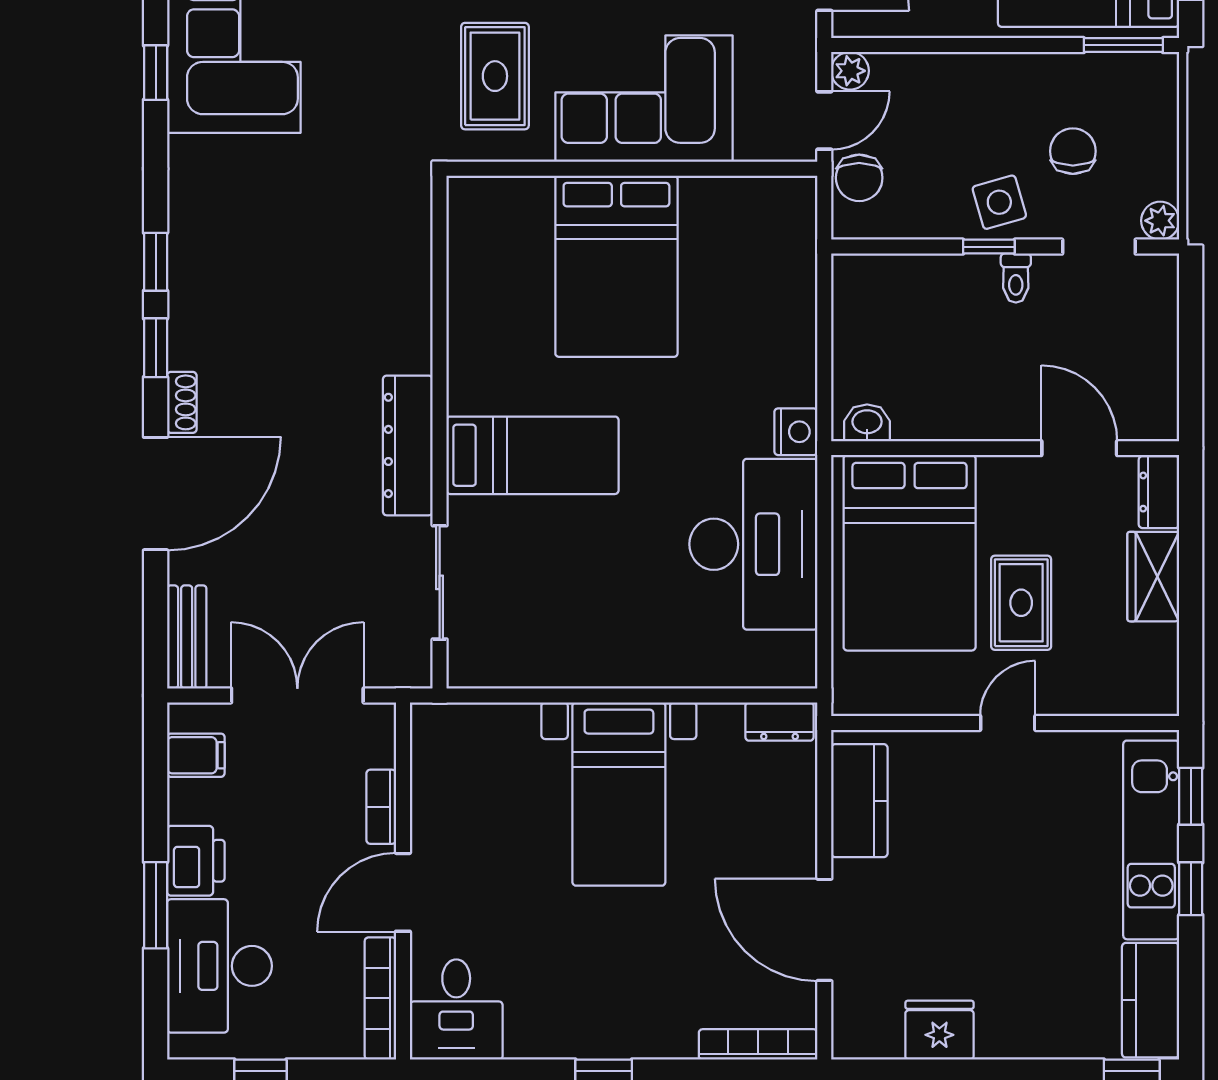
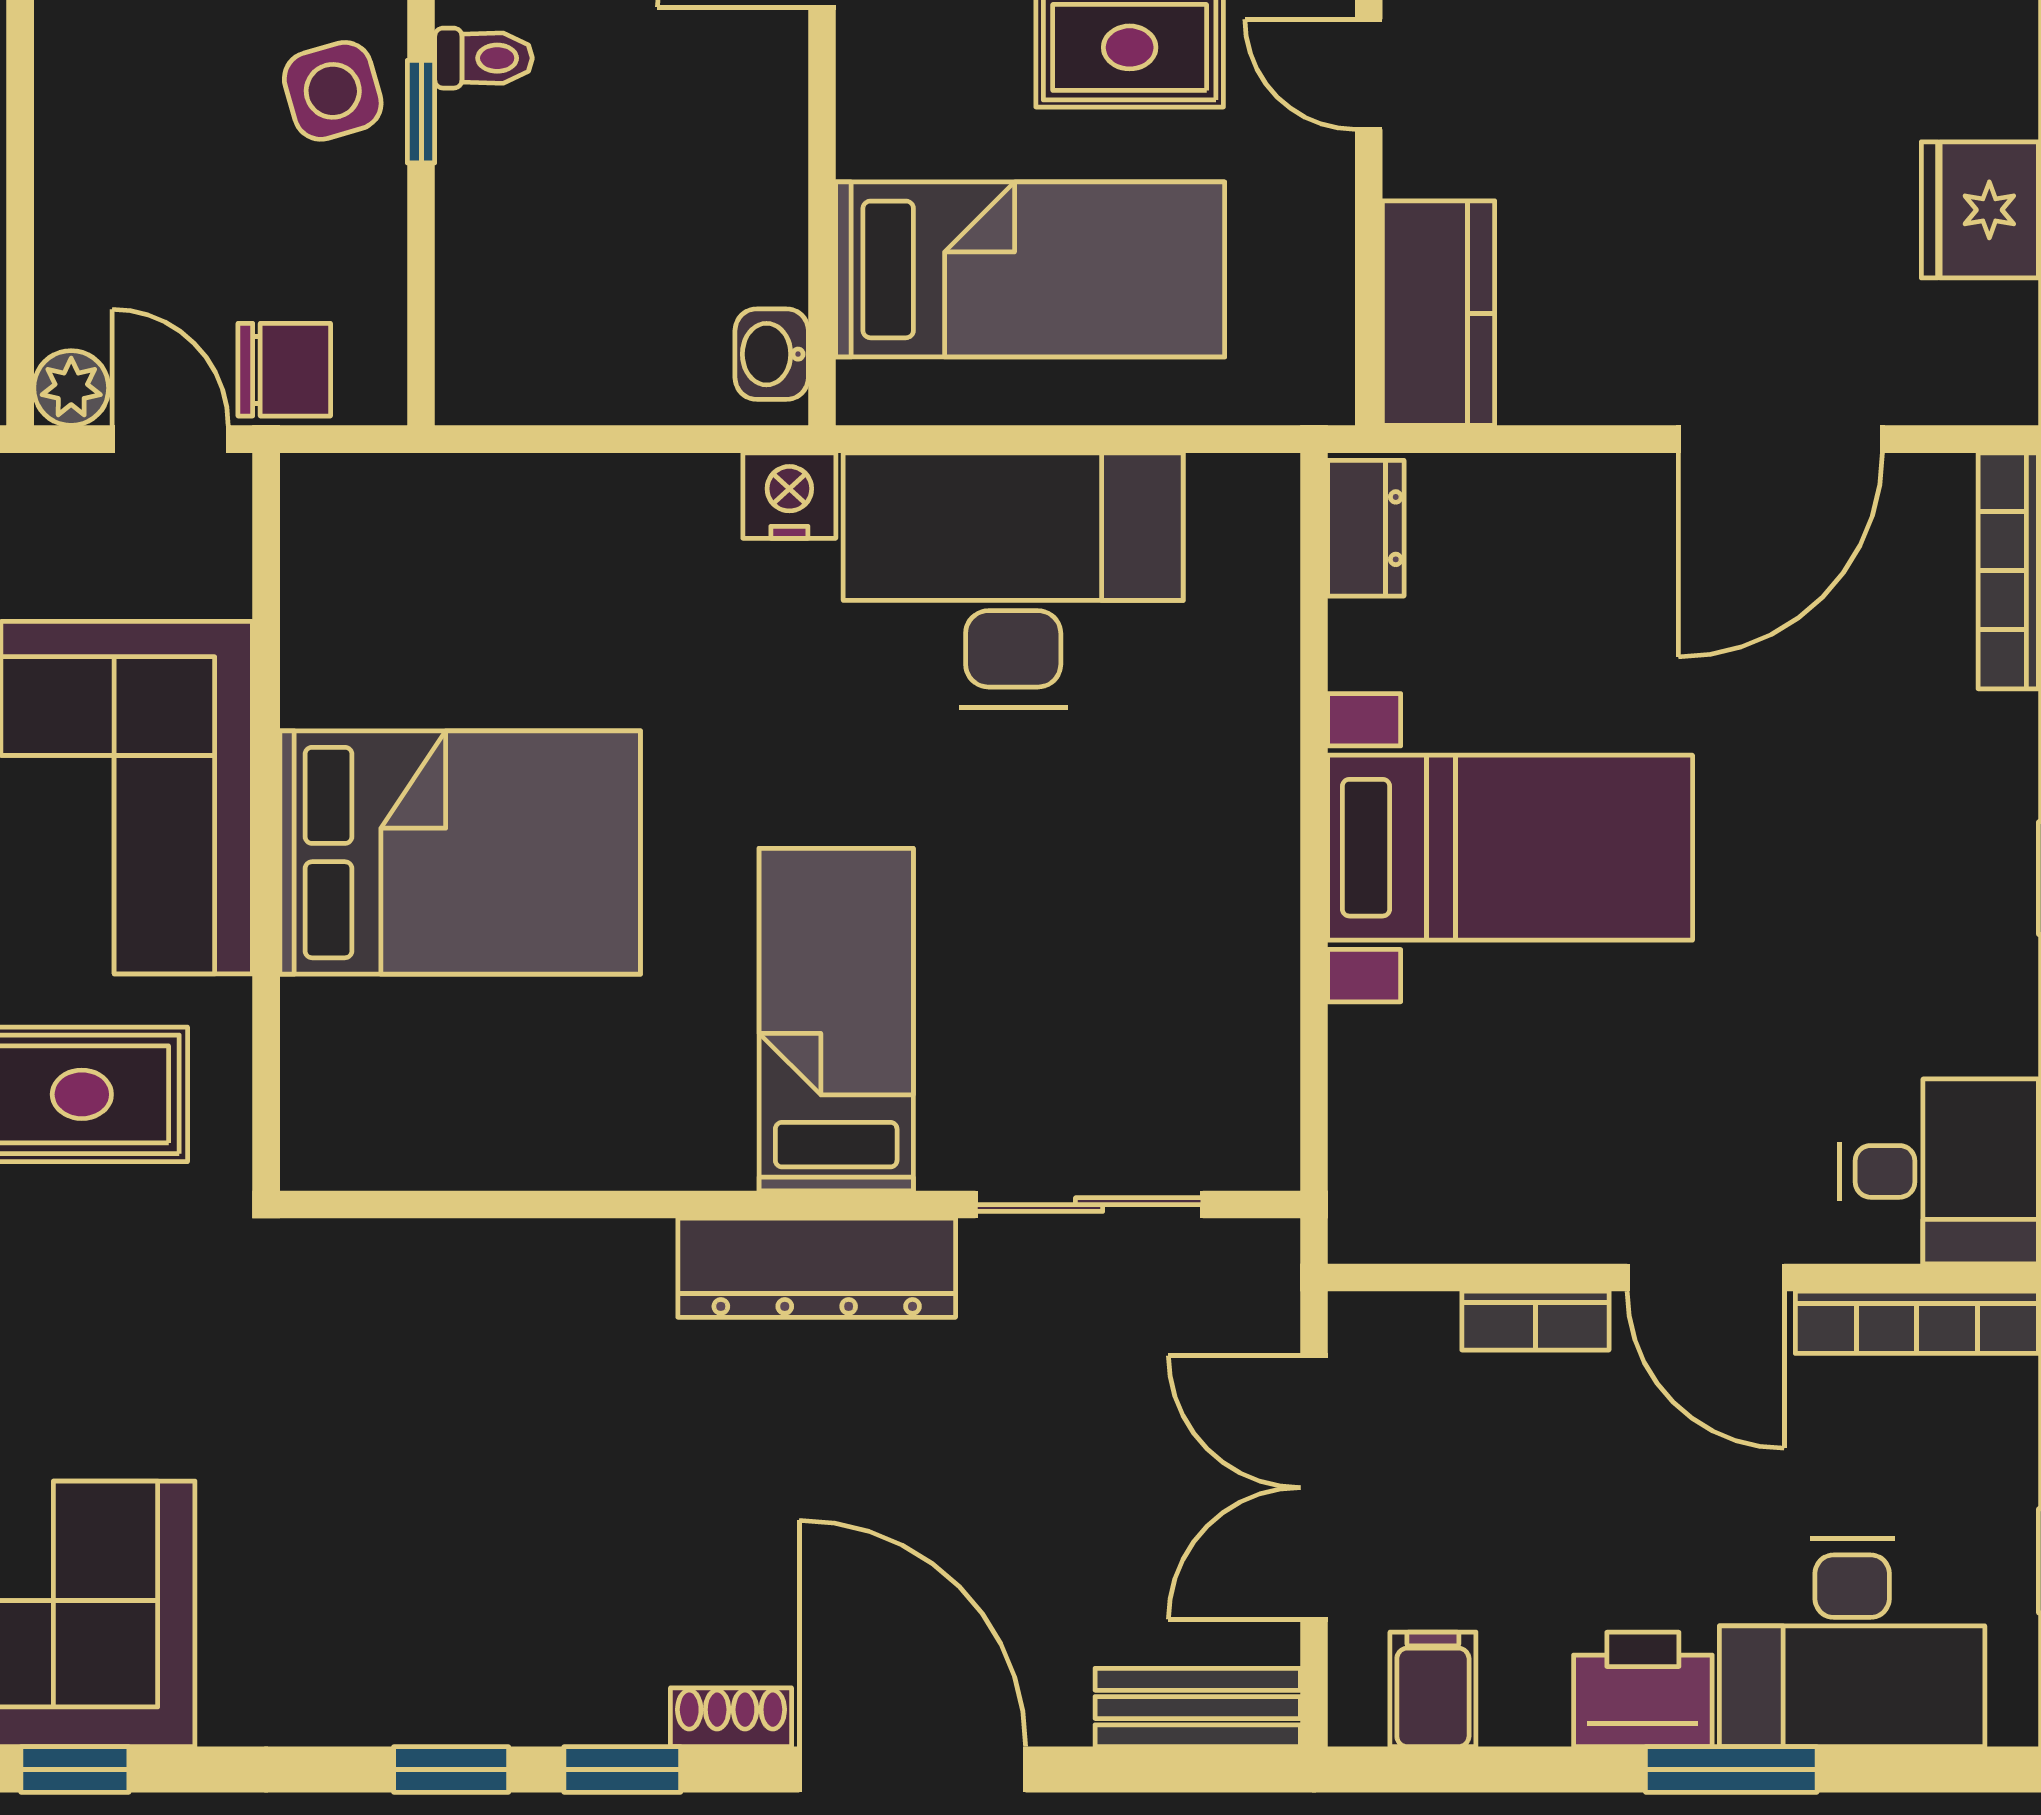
bed: (910, 553) -> (1030, 269), width x0.67
kitchen counter: (859, 801) -> (1439, 313), moved, turned 90

